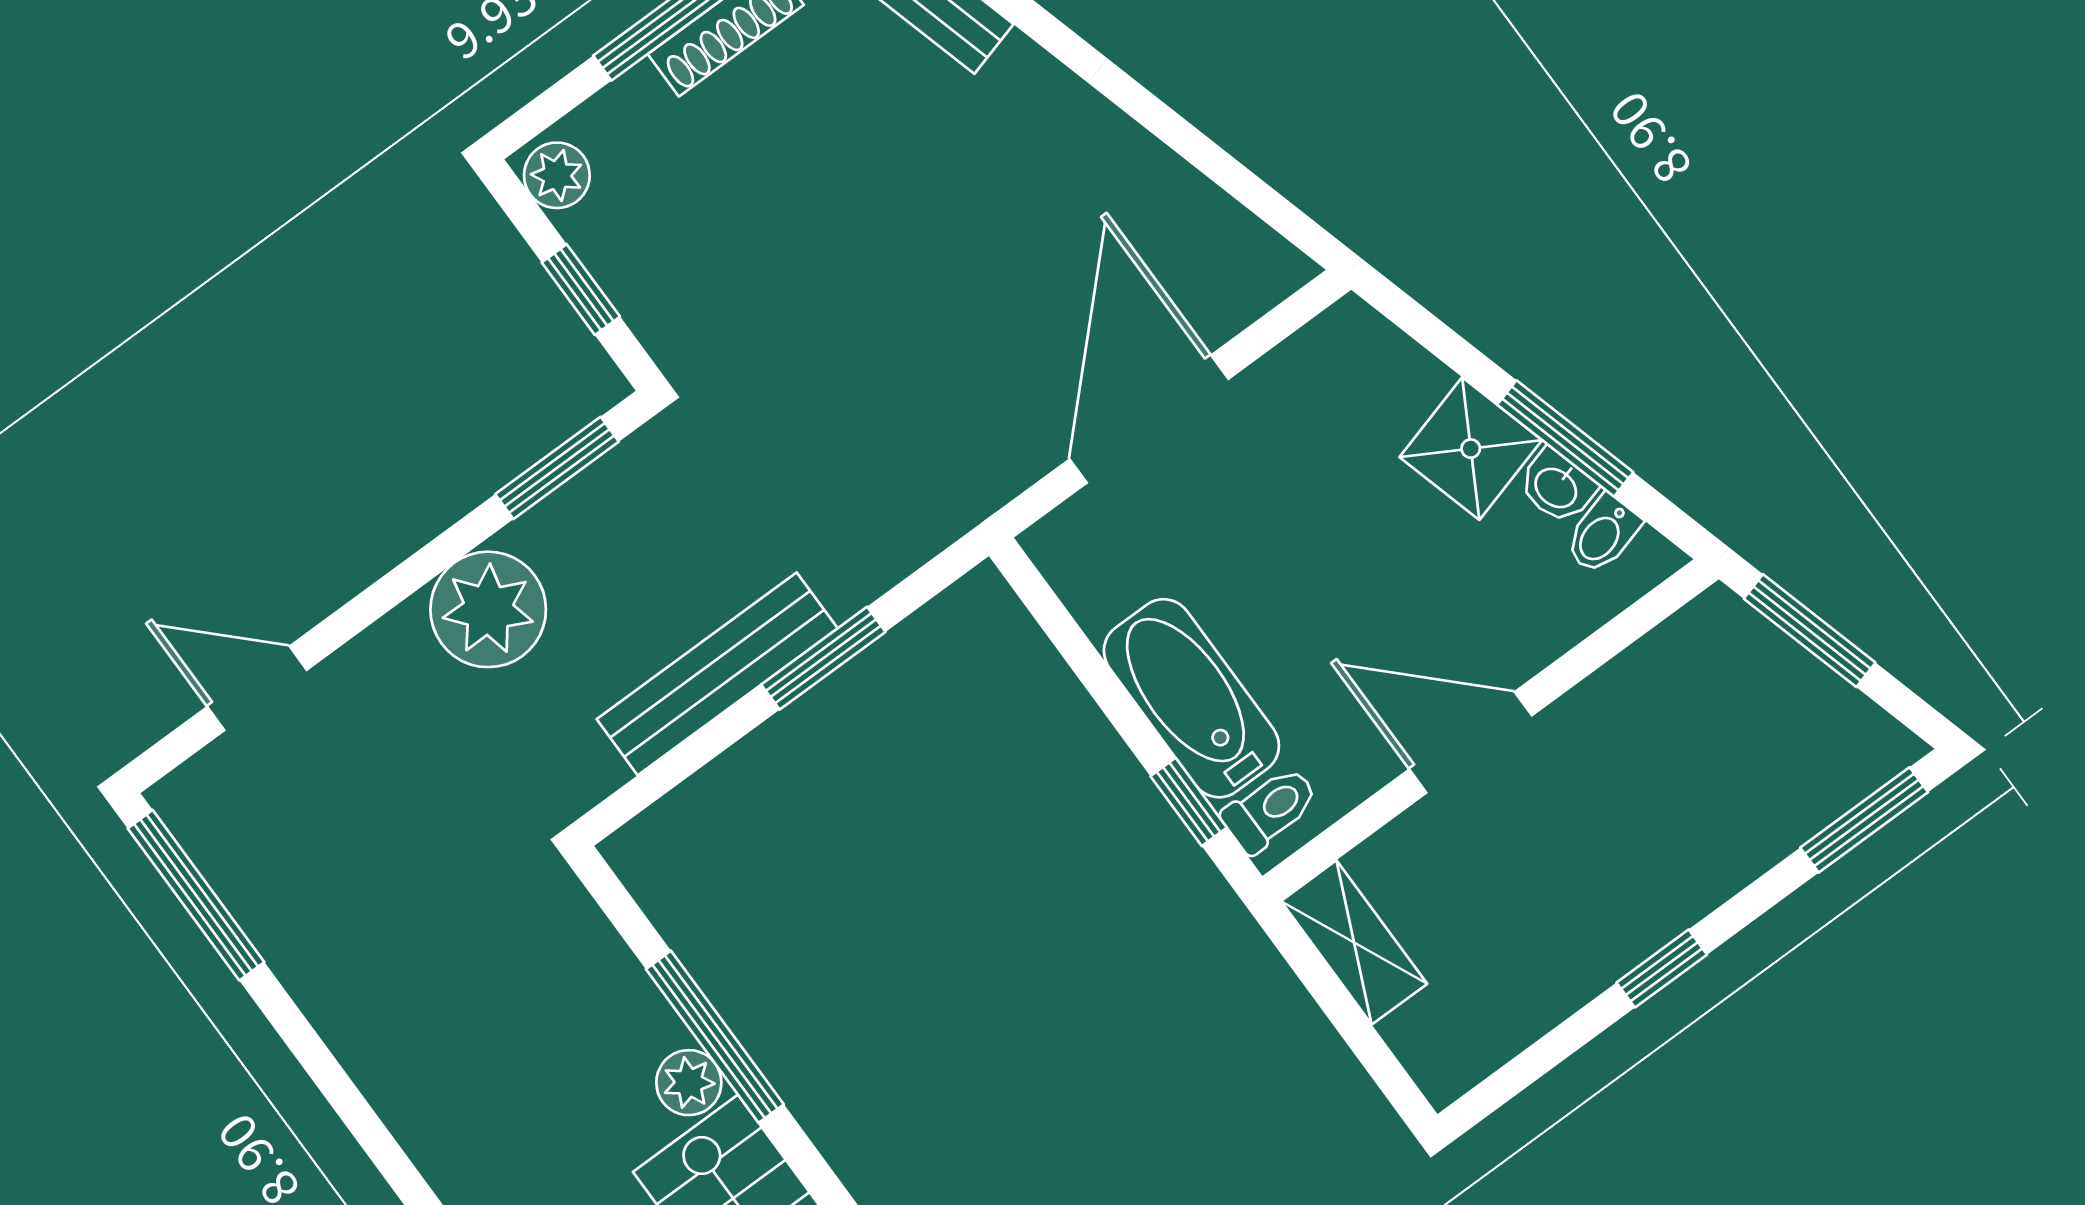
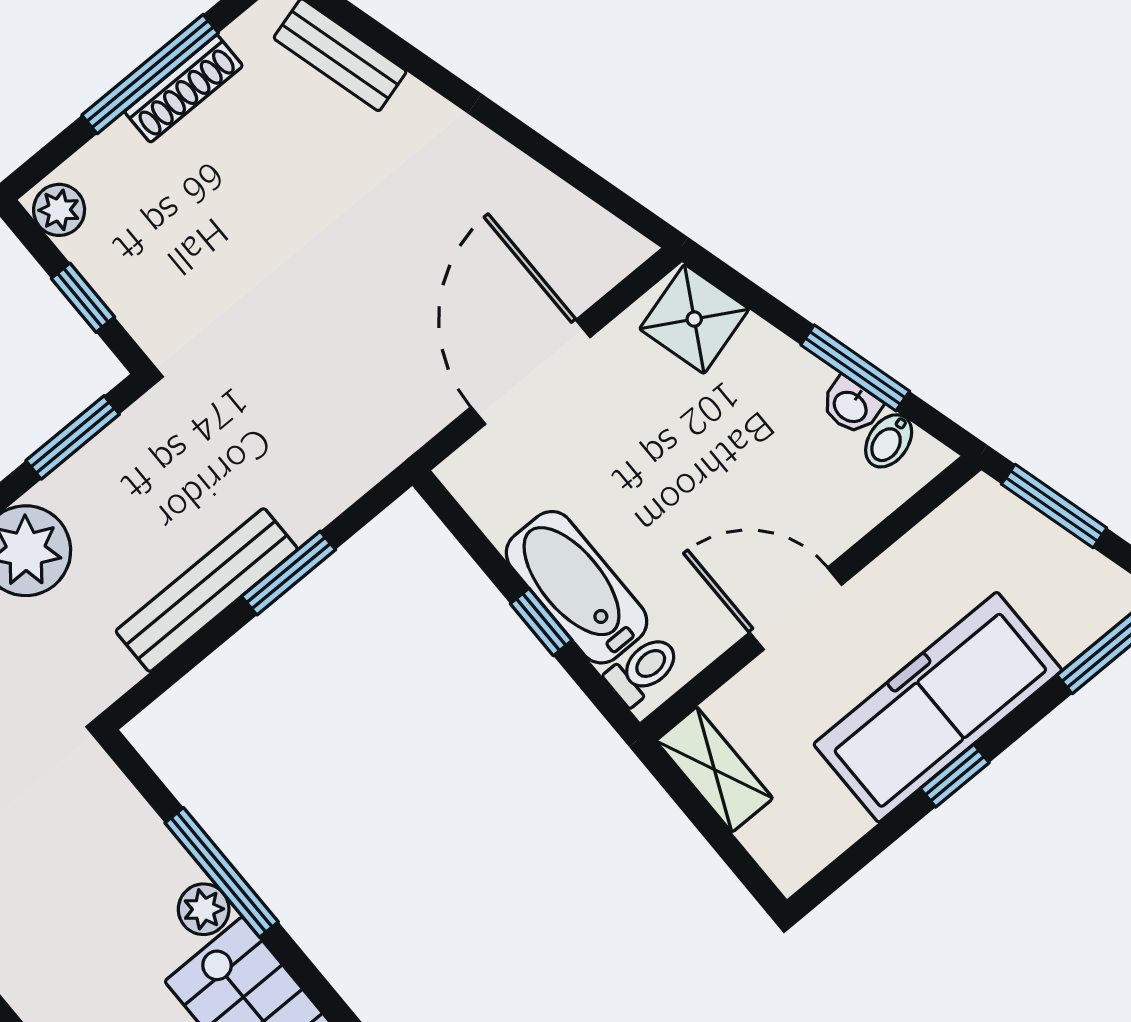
shower: (1471, 449) -> (694, 319), moved
window: (1189, 802) -> (541, 622), moved
freezer: (1645, 879) -> (938, 707), added

